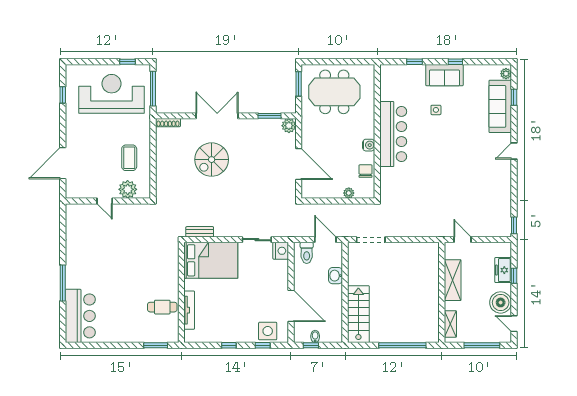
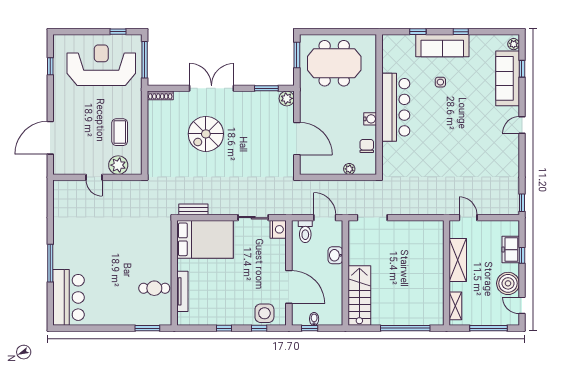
sofa: (444, 75) -> (442, 46), width x1.36

